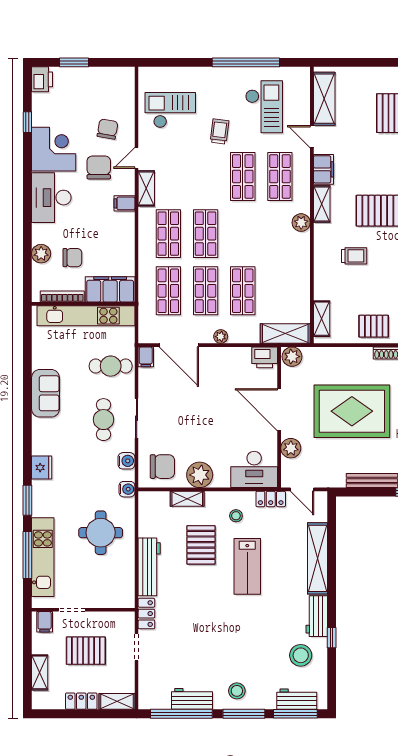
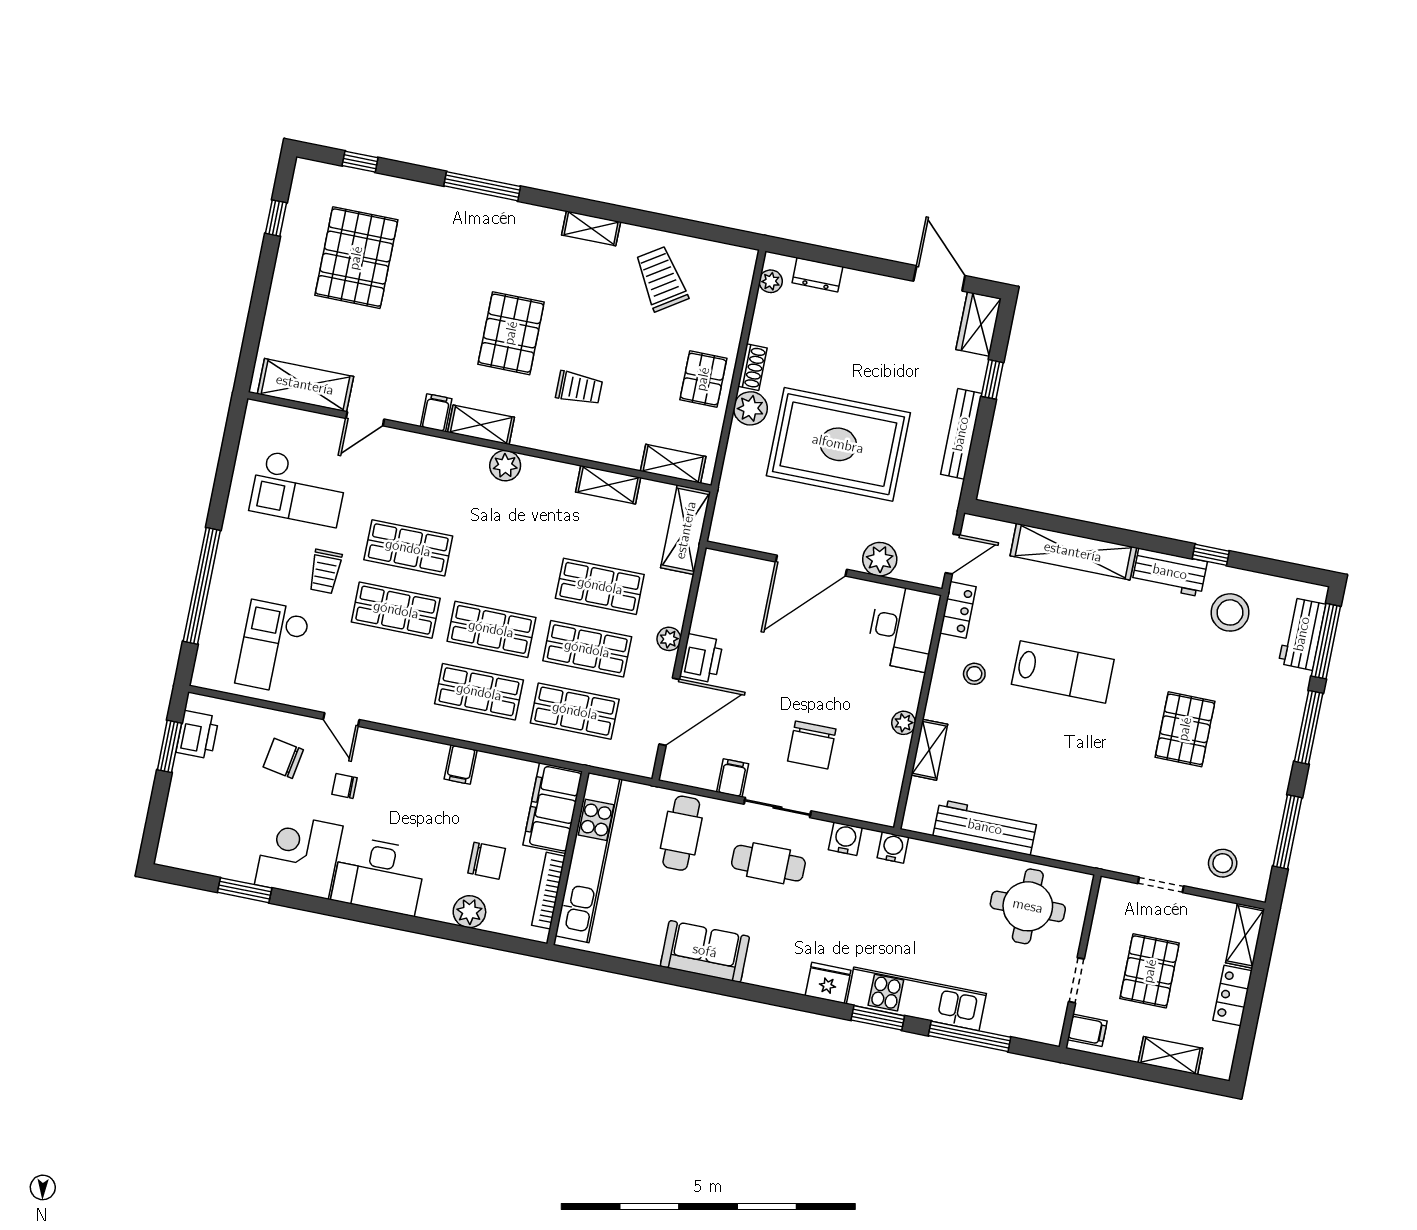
window: (74, 62) -> (169, 746), moved
window: (246, 62) -> (202, 586), moved
printer: (42, 79) -> (197, 735), moved, turned 90
checkout: (264, 107) -> (299, 489), turned 180
window: (27, 122) -> (245, 890), width x1.50
trolley: (220, 131) -> (325, 572), turned -97
chair: (99, 167) -> (345, 786), width x0.54, depth x0.54
filing cabinet: (323, 169) -> (436, 413), width x0.50
shop shelf: (280, 176) -> (396, 610), moved
shelving: (146, 188) -> (608, 485), moved
filing cabinet: (124, 203) -> (461, 765), moved
trolley: (354, 256) -> (579, 388), turned 90
chair: (72, 258) -> (487, 861), turned 90
filing cabinet: (146, 357) -> (733, 778), moved, turned -90
printer: (265, 357) -> (701, 658), moved
plant: (292, 357) -> (750, 408), moved
rug: (352, 411) -> (838, 444), turned 90
chair: (162, 467) -> (812, 745), moved, turned 180
plant: (200, 475) -> (904, 723), width x0.53, depth x0.53
round table: (101, 533) -> (1028, 906), moved
pallet: (201, 545) -> (1185, 729), moved, turned 90
kitchen unit: (43, 557) -> (916, 999), moved
workbench: (149, 567) -> (985, 827), moved
locker: (146, 614) -> (1108, 857), removed
stool: (237, 691) -> (1223, 863), moved
workbench: (192, 699) -> (1266, 809), removed
window: (181, 714) -> (1288, 832), width x0.68

